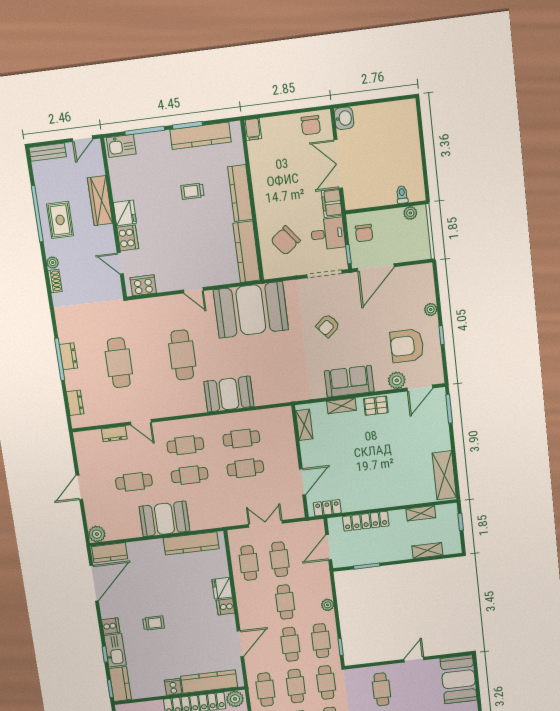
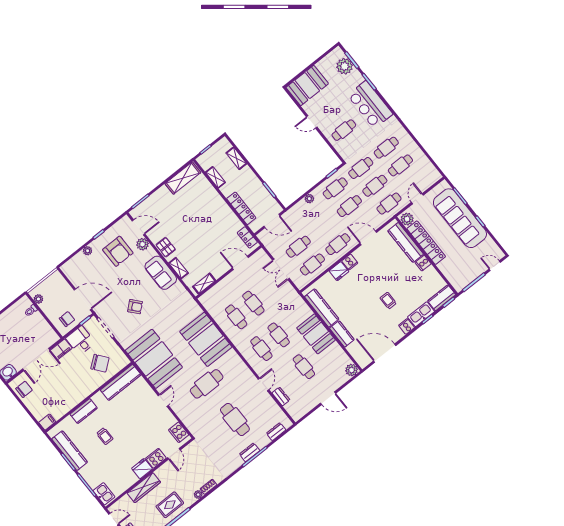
kitchen counter: (240, 193) -> (84, 411), width x0.67
cafe table: (119, 363) -> (235, 419), turned 90
booth: (229, 394) -> (206, 339), width x1.36, depth x1.42
kitchen counter: (110, 553) -> (342, 334), moved
cafe table: (285, 602) -> (338, 244), moved

